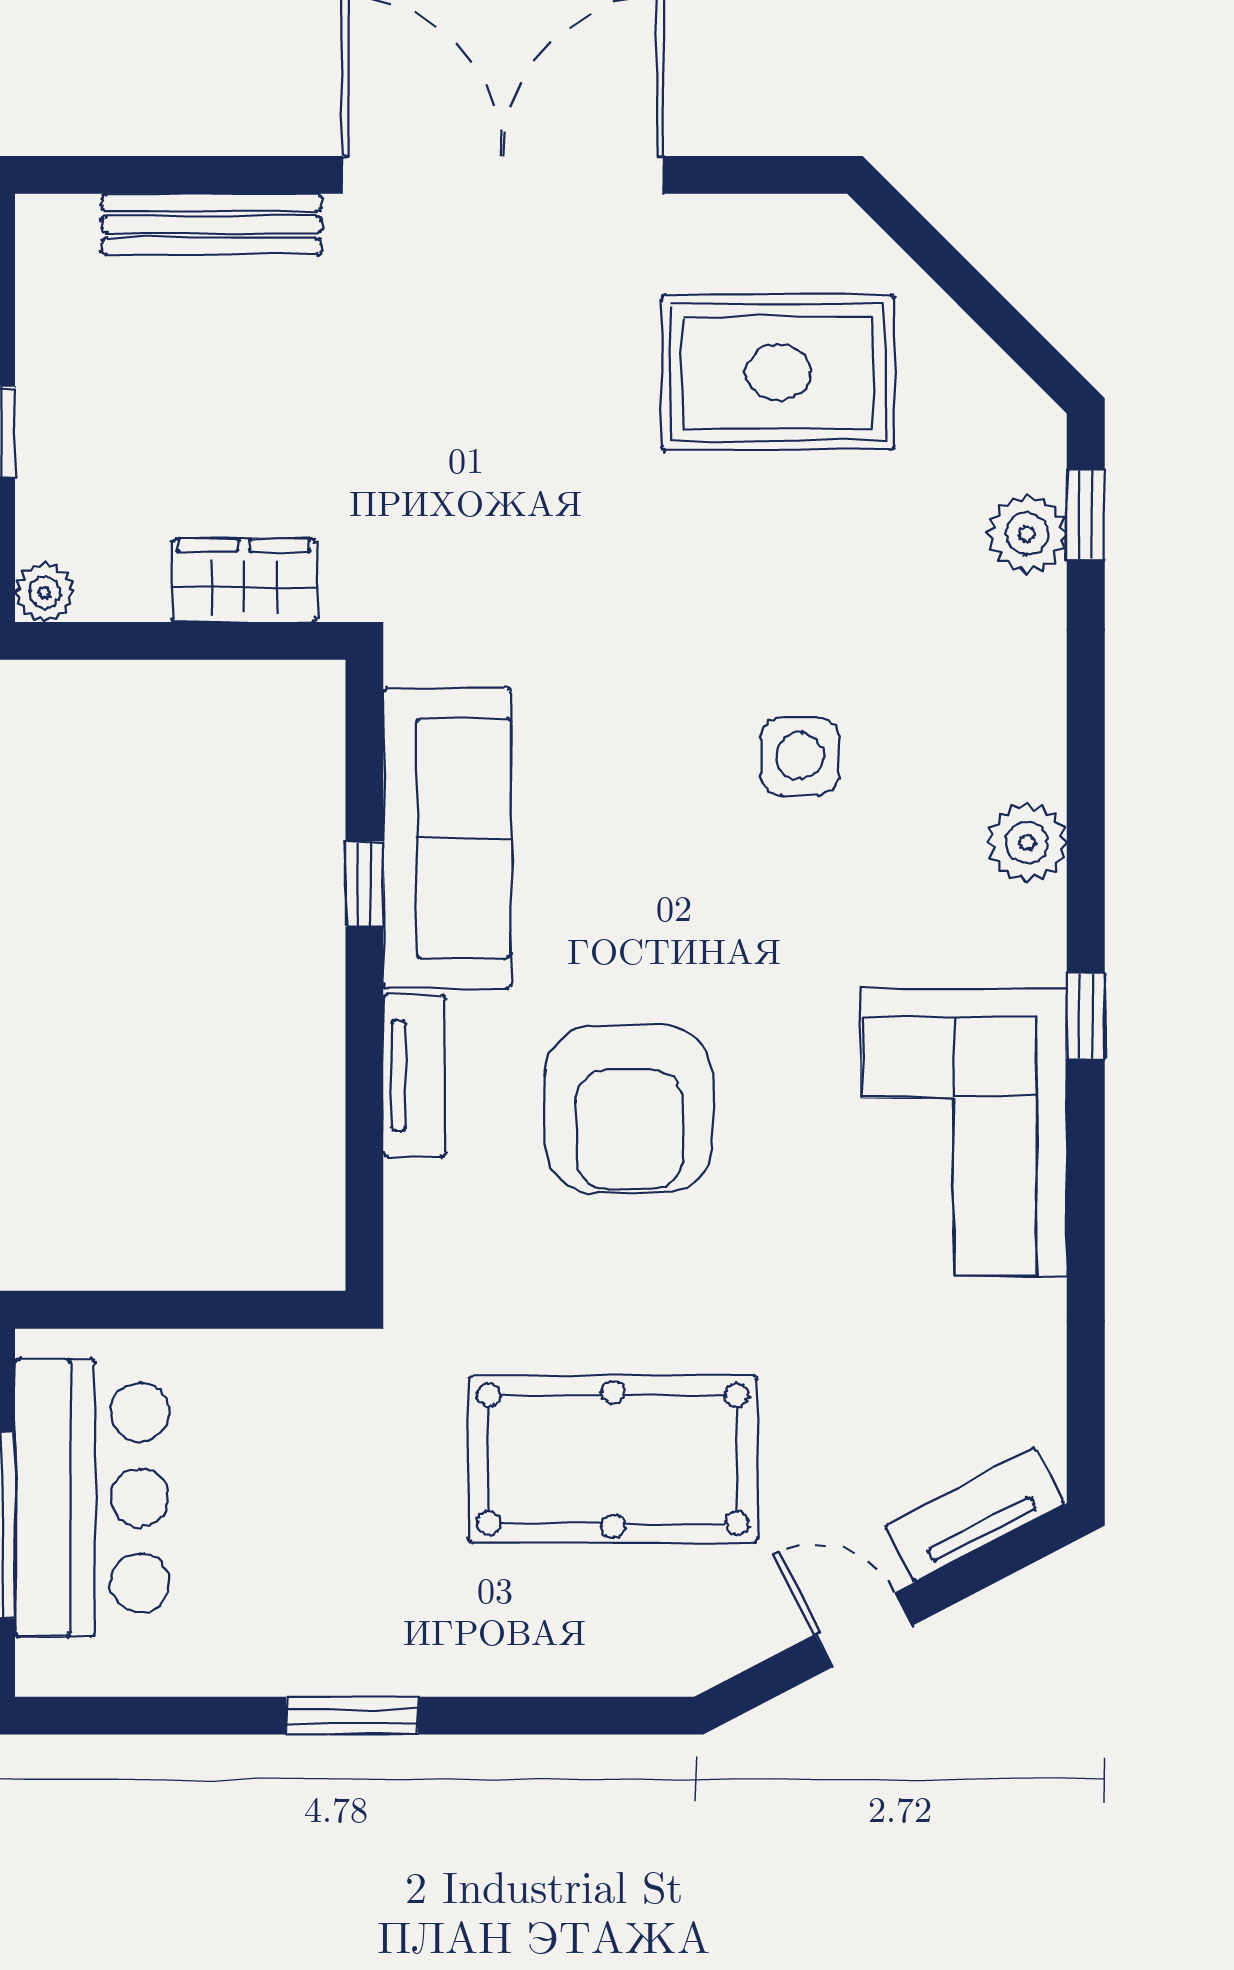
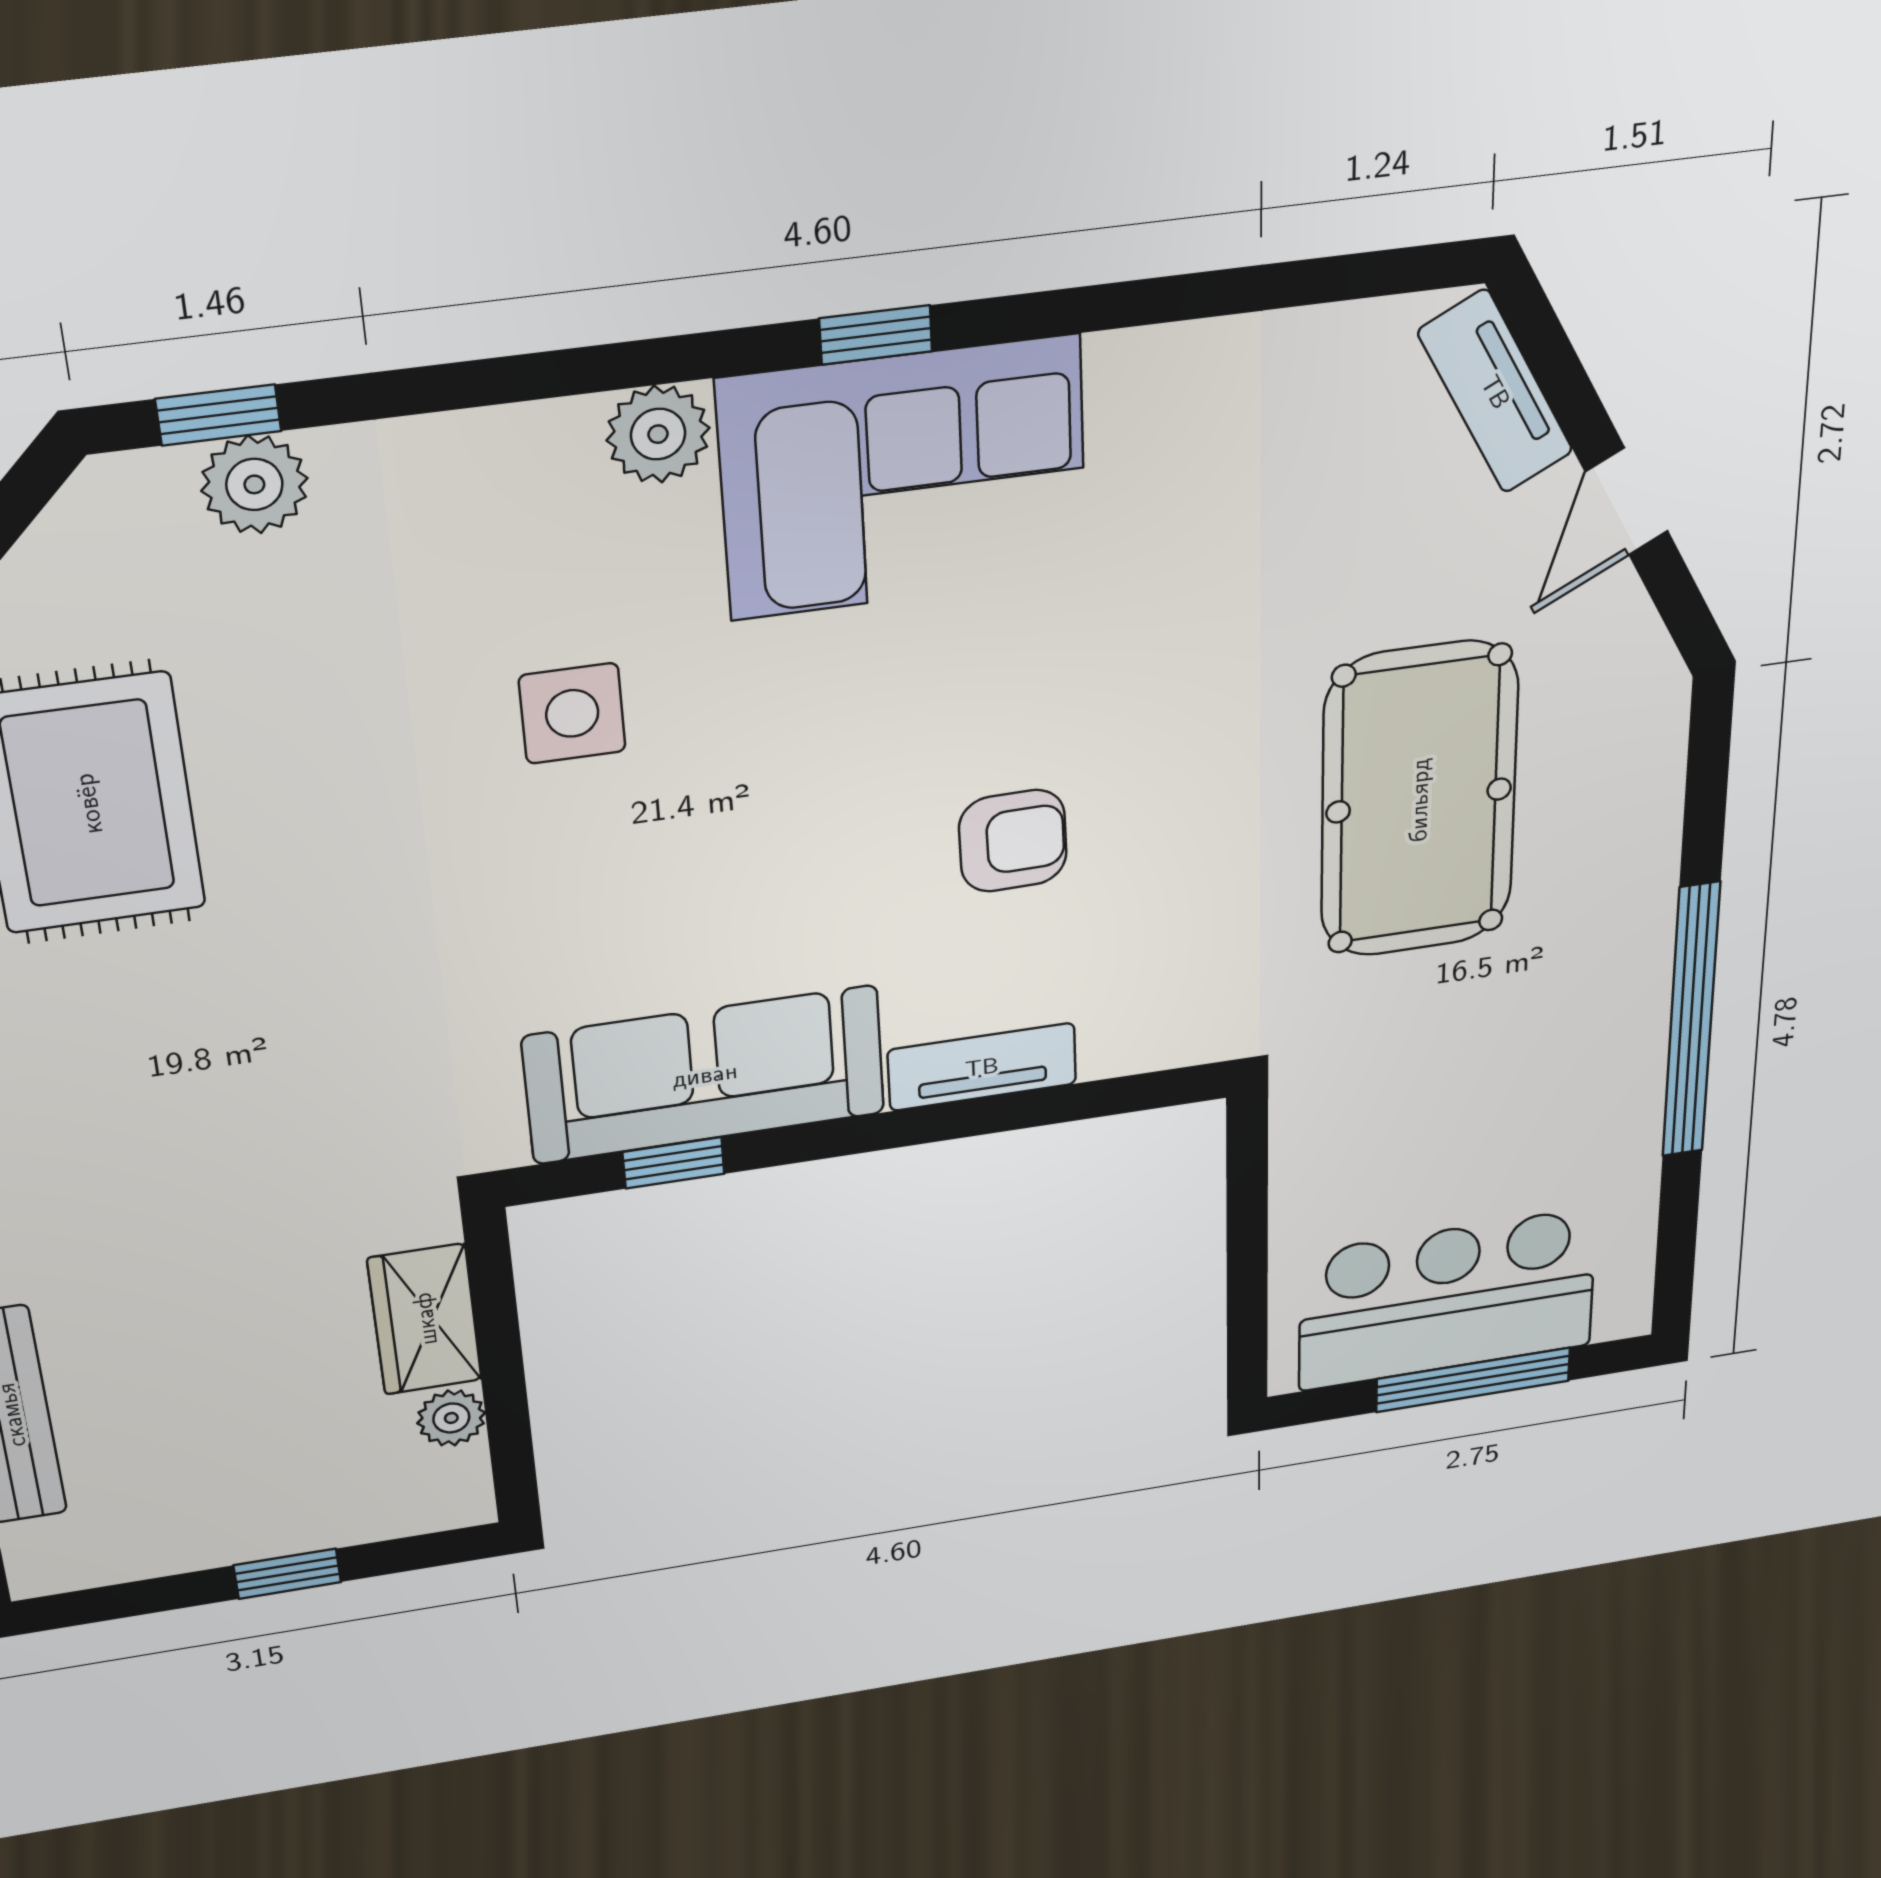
plant: (45, 592) -> (451, 1418), moved
window: (364, 884) -> (674, 1163), moved
armchair: (629, 1109) -> (1013, 841), width x0.53, depth x0.53
corner sofa: (964, 1132) -> (904, 478), moved
window: (352, 1716) -> (1691, 1021), width x2.11

